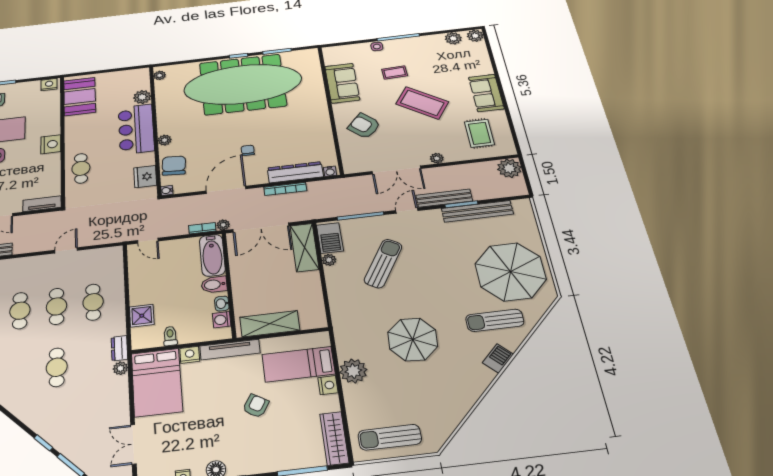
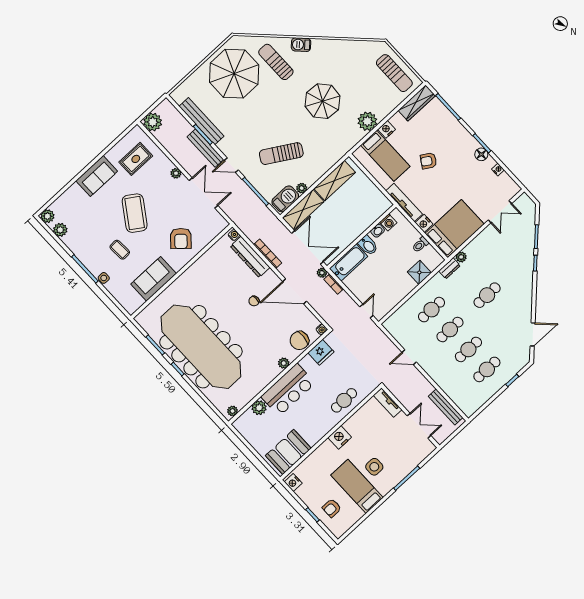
sun lounger: (495, 320) -> (276, 62), turned 180
shelving: (270, 324) -> (335, 180), moved, turned 90

